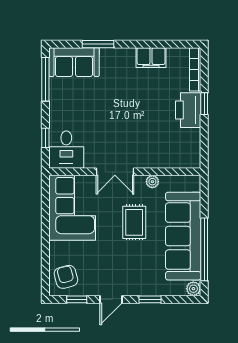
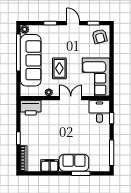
sofa: (74, 62) -> (74, 163), moved
printer: (188, 110) -> (31, 108), moved, turned 90
door: (111, 299) -> (73, 23), hinge flipped

